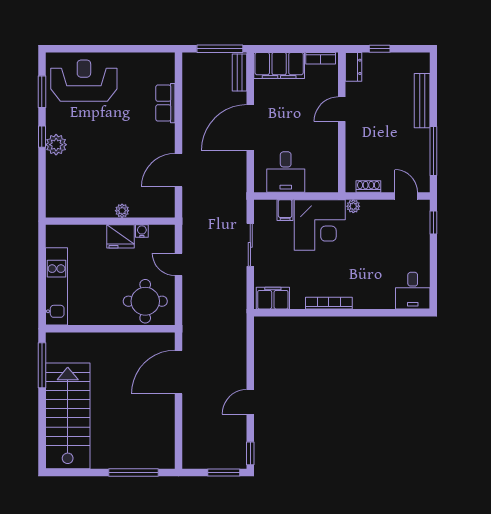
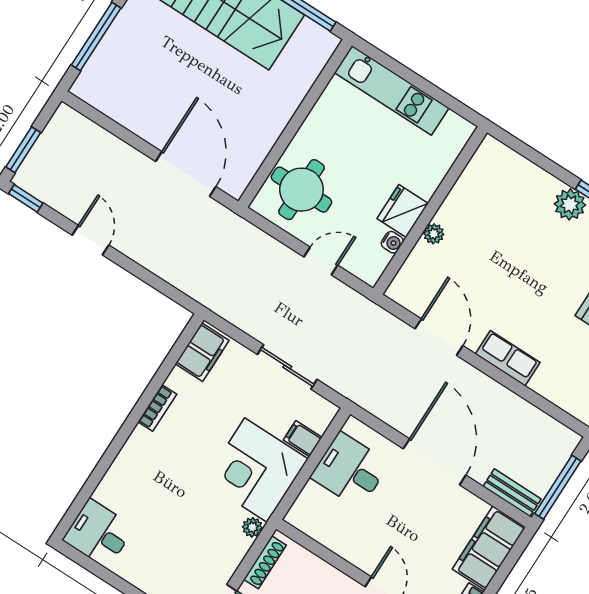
row of seats: (165, 103) -> (508, 358), moved
shoe rack: (368, 186) -> (265, 562), width x1.43
bookcase: (329, 303) -> (157, 408), width x0.64

